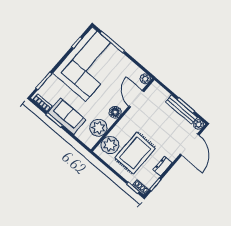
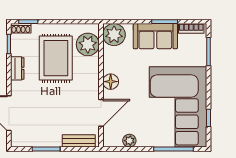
plant: (145, 79) -> (129, 141), moved
door: (136, 99) -> (101, 113), hinge flipped
bench: (181, 110) -> (79, 141), moved, width x0.73
plant: (199, 124) -> (17, 141), removed
plant: (98, 128) -> (114, 35), moved

